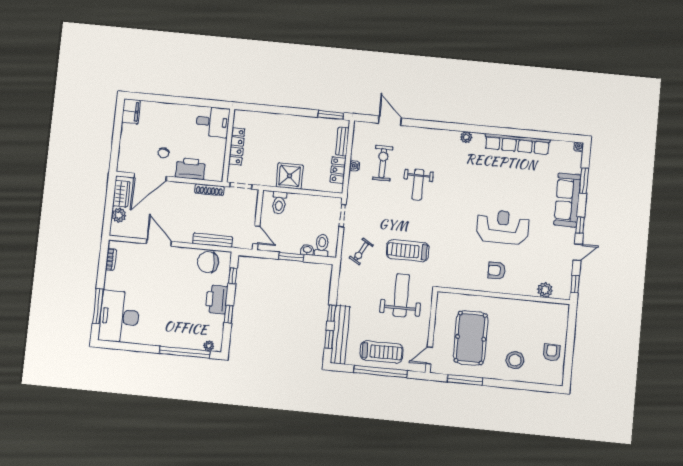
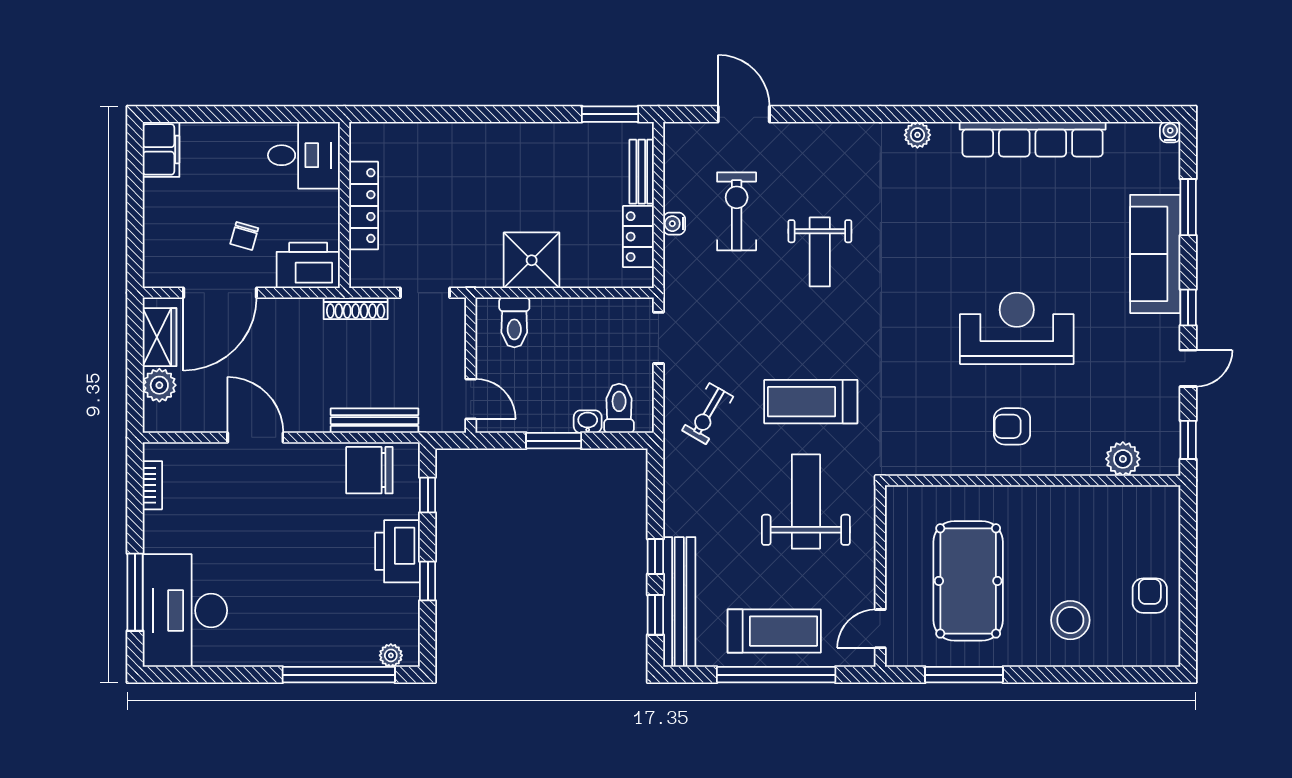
desk: (213, 122) -> (304, 155), moved
wall: (228, 145) -> (344, 205), moved
locker: (237, 146) -> (364, 206), moved

